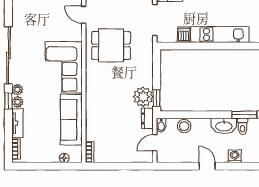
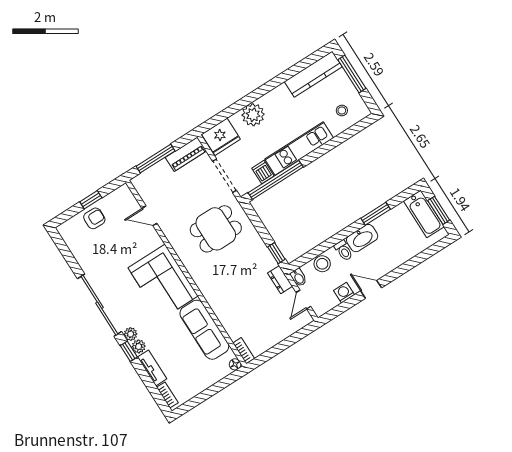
dining table: (111, 45) -> (216, 229), moved
window: (189, 46) -> (276, 180), added
plant: (143, 97) -> (262, 261), removed
toilet: (243, 126) -> (344, 251), moved
washing machine: (235, 156) -> (344, 293), moved
floor lamp: (64, 158) -> (235, 364), moved

